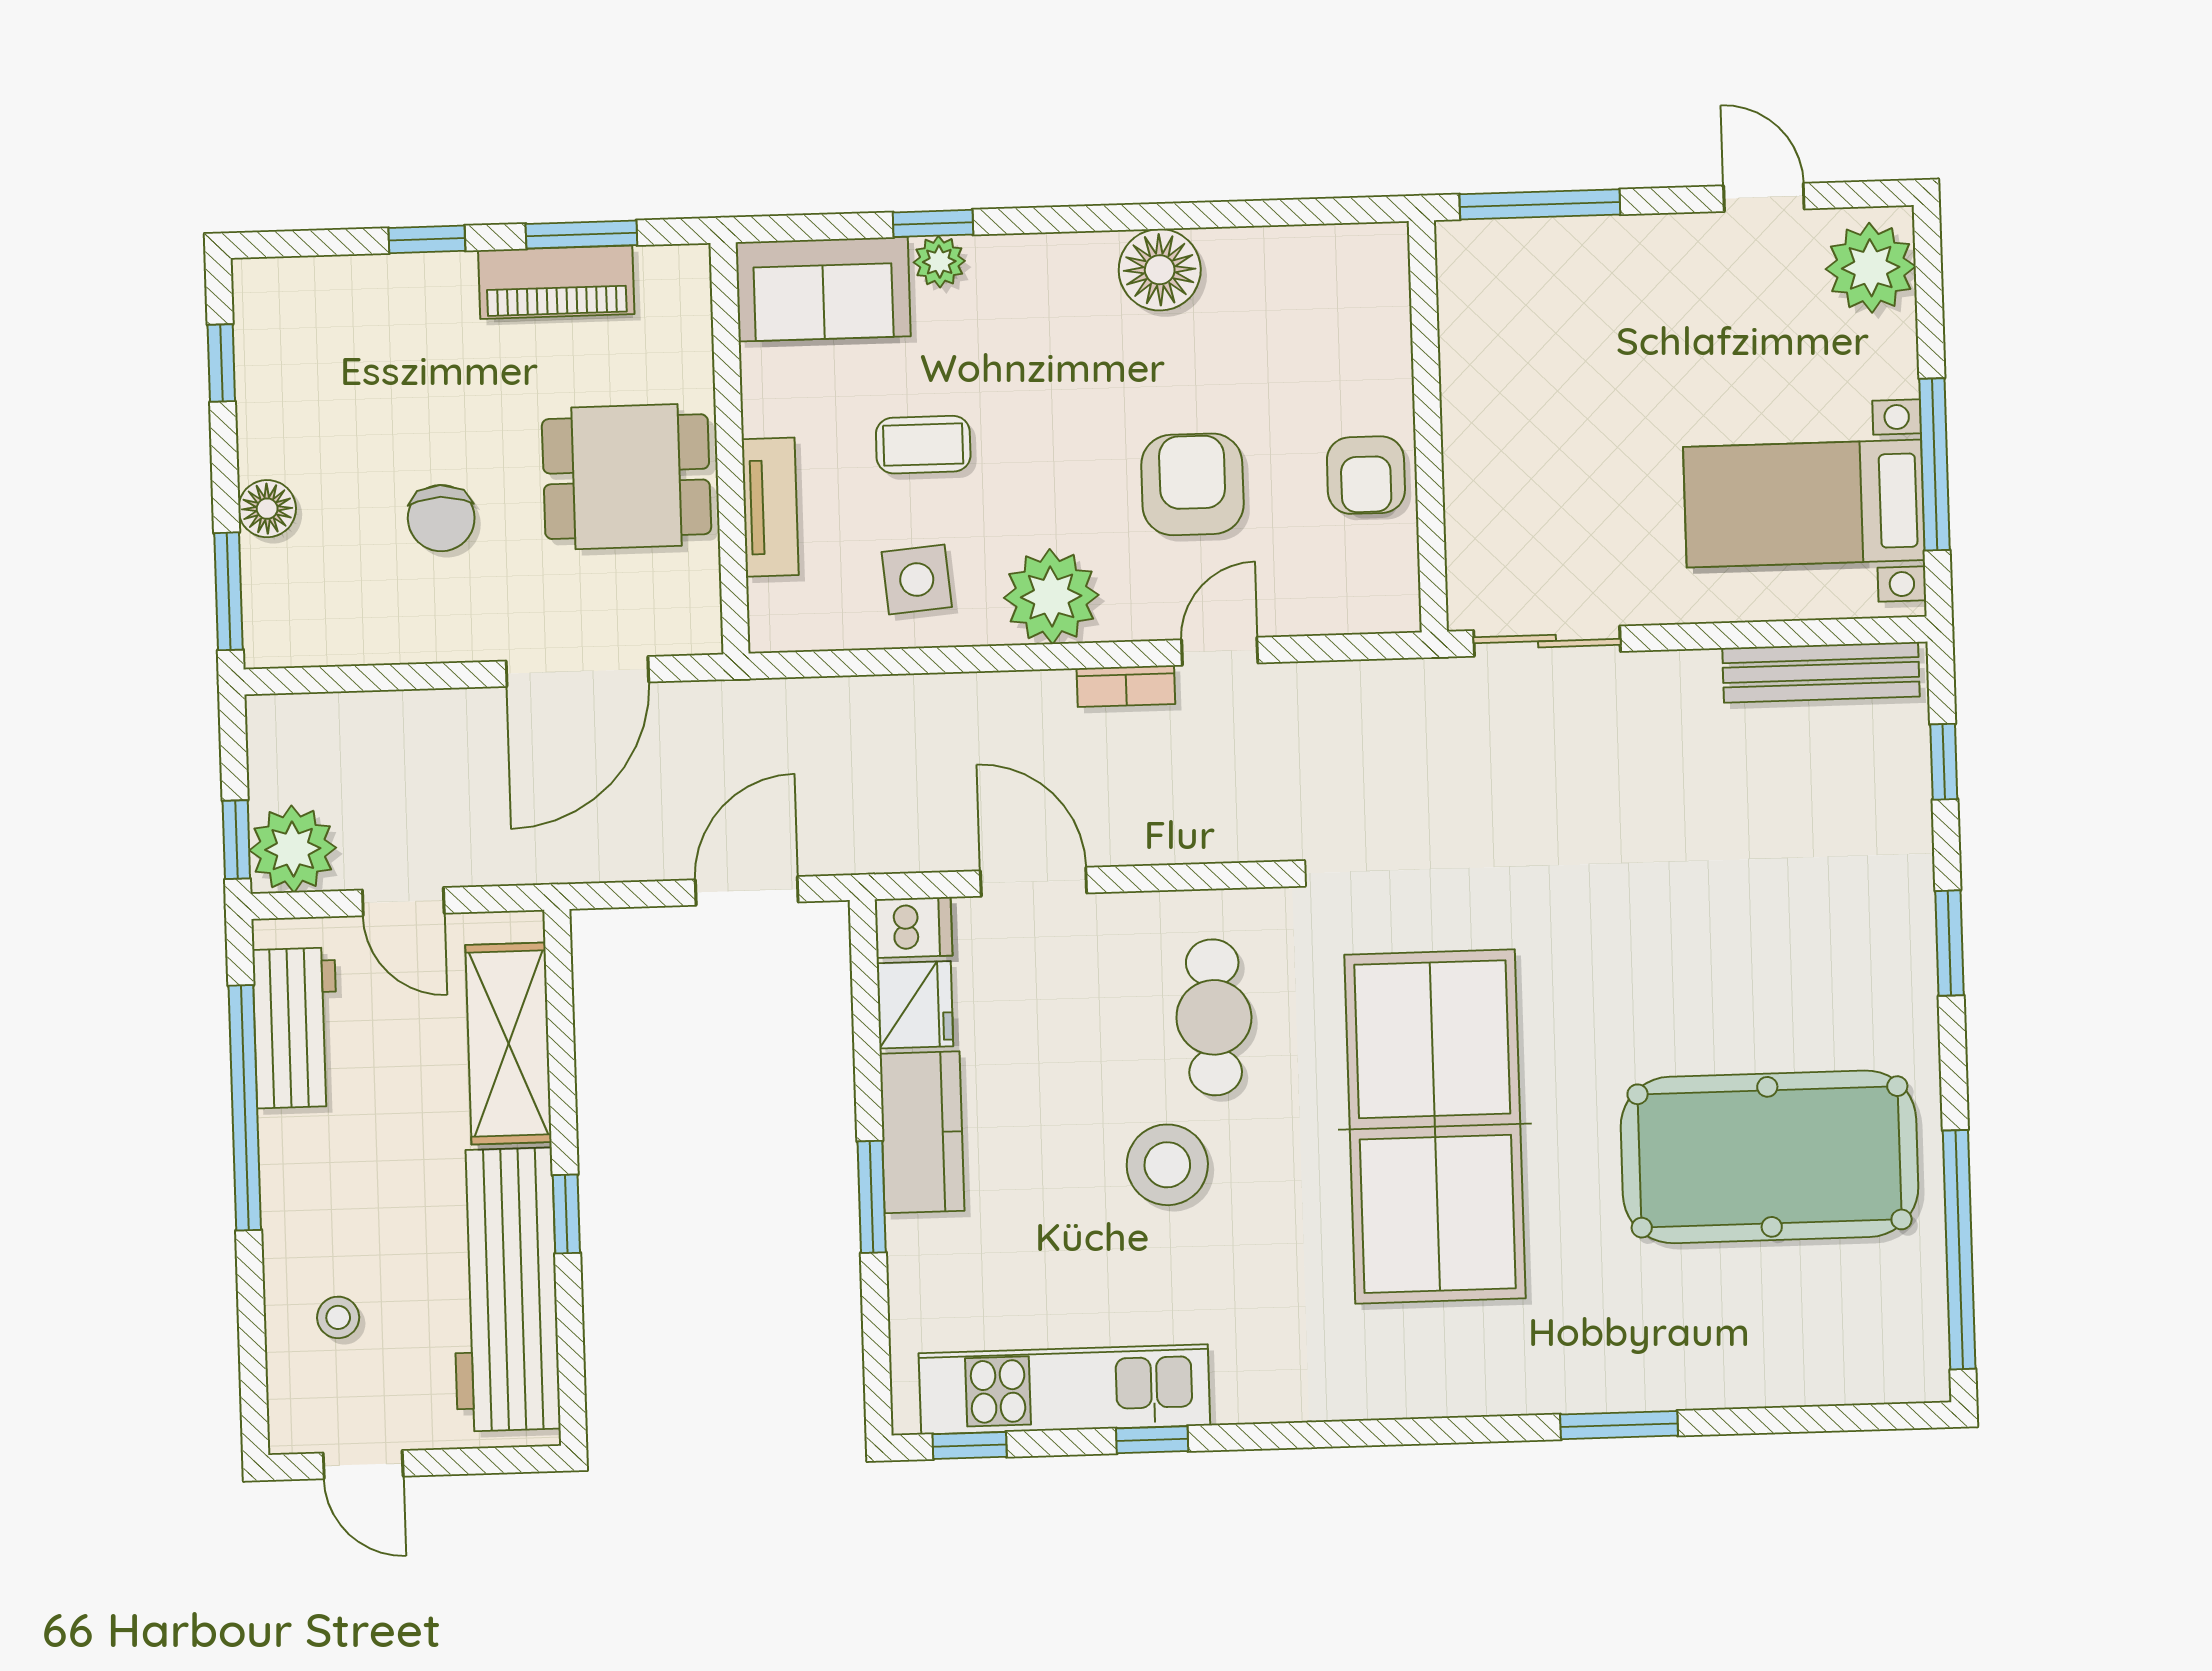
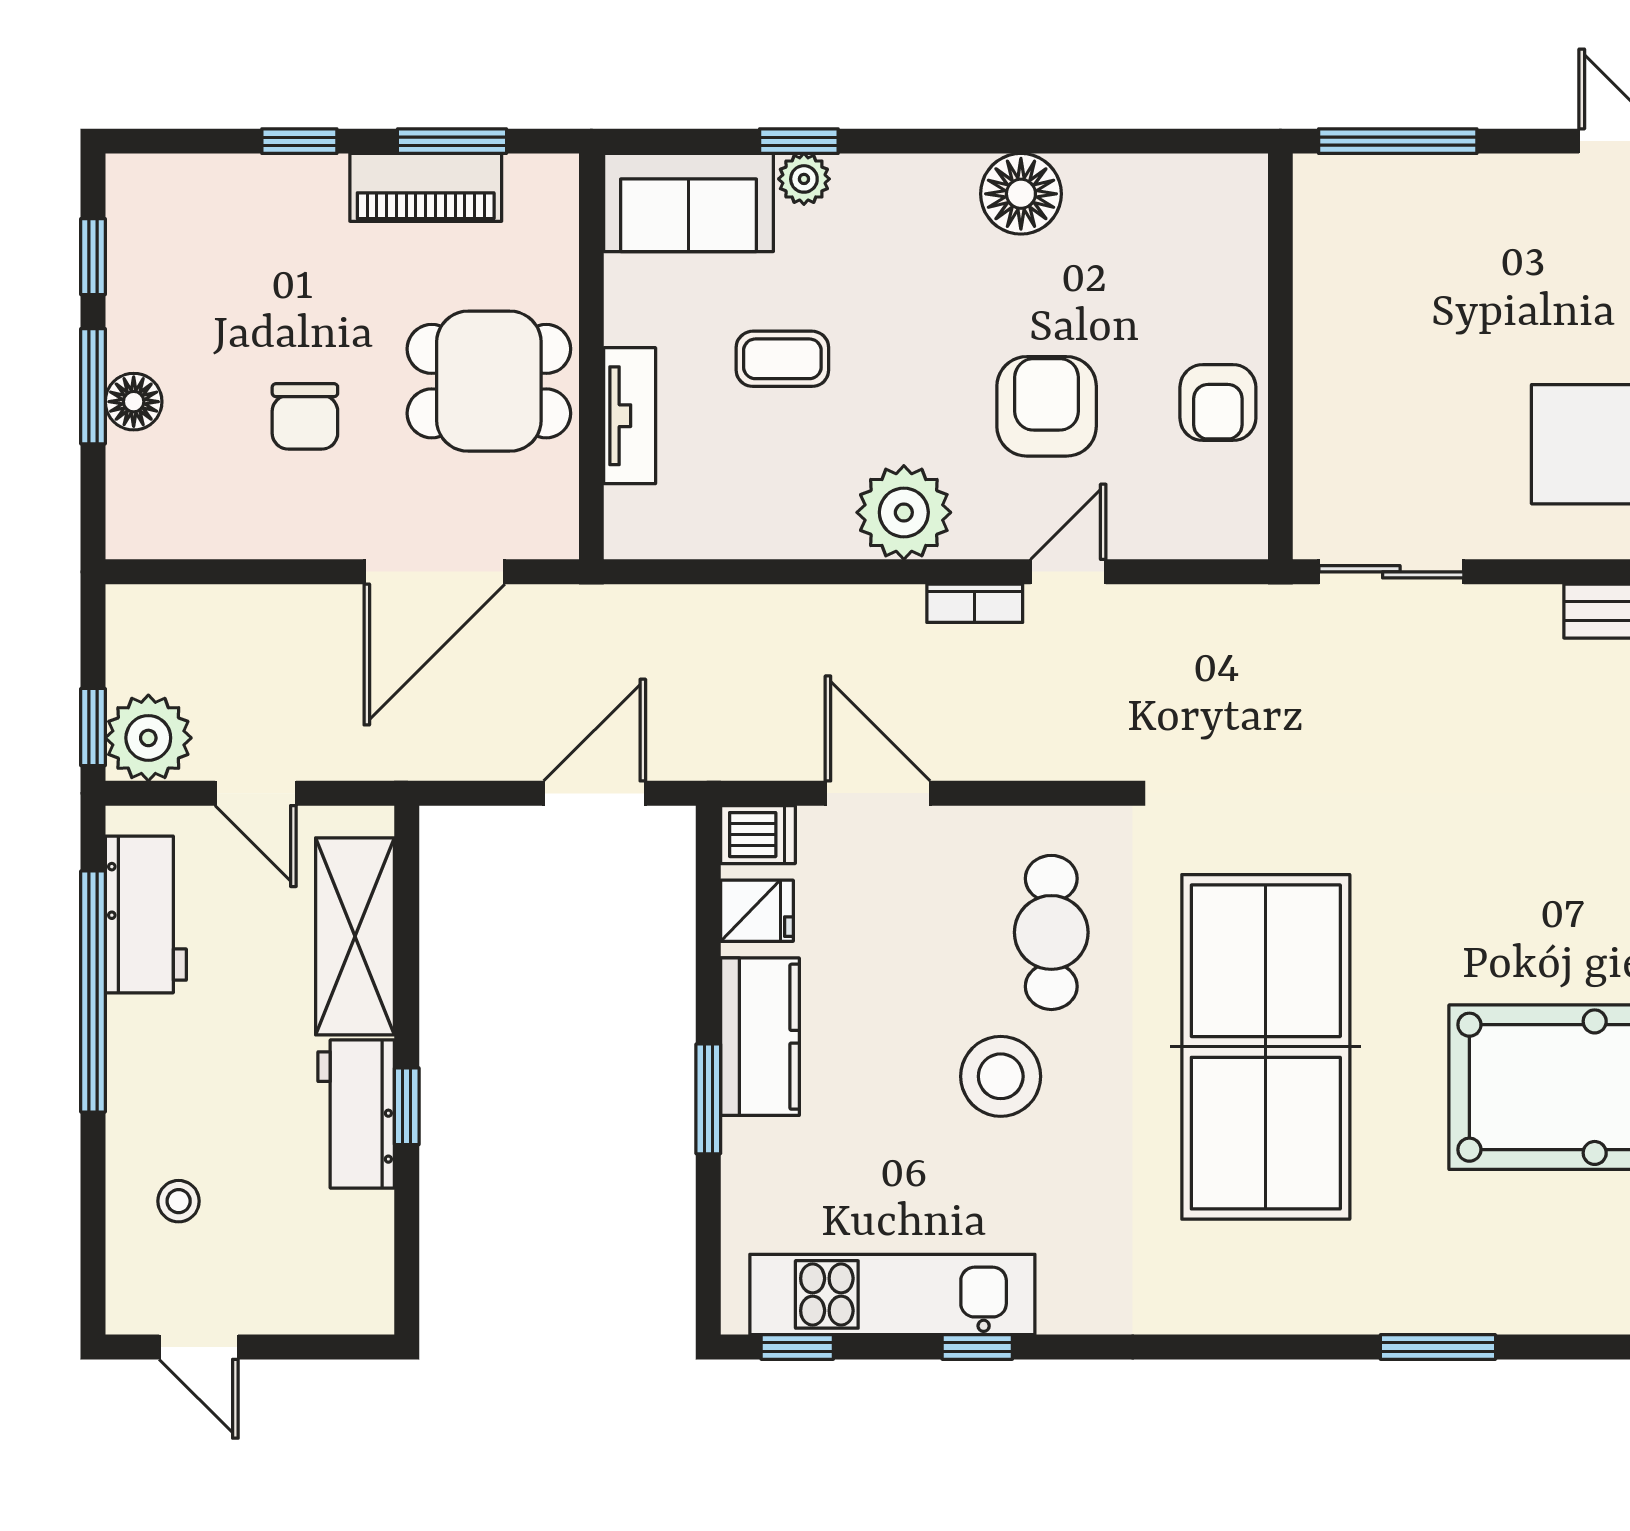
side table: (917, 579) -> (772, 492), removed
window: (228, 591) -> (93, 386), moved
fridge: (915, 1005) -> (757, 911), width x0.72
workbench: (505, 1289) -> (356, 1114), width x0.53, depth x0.76

